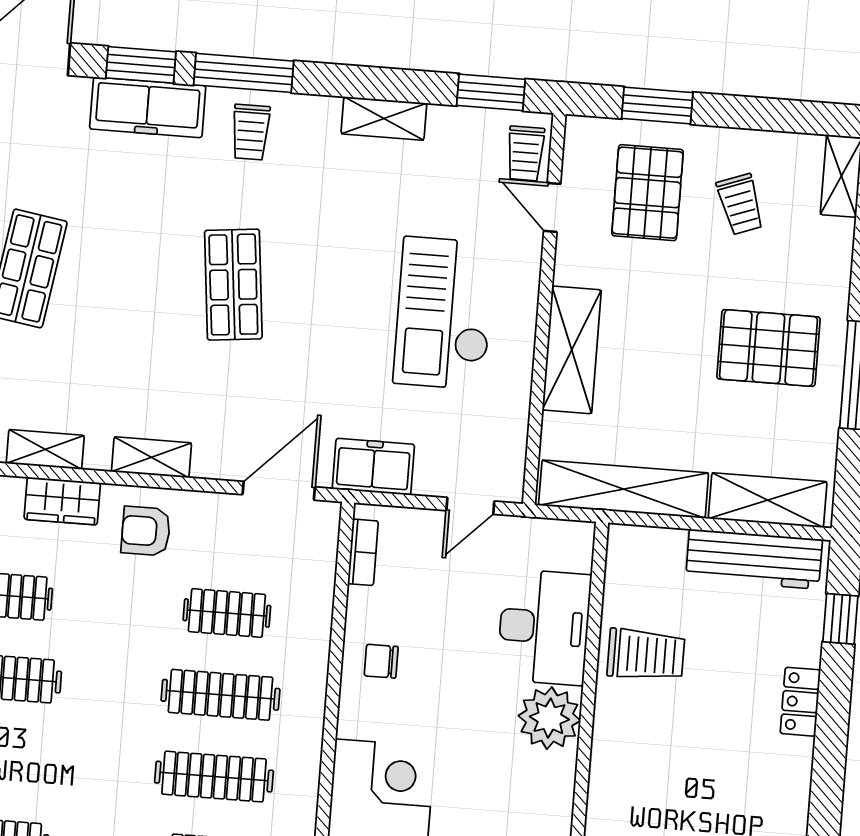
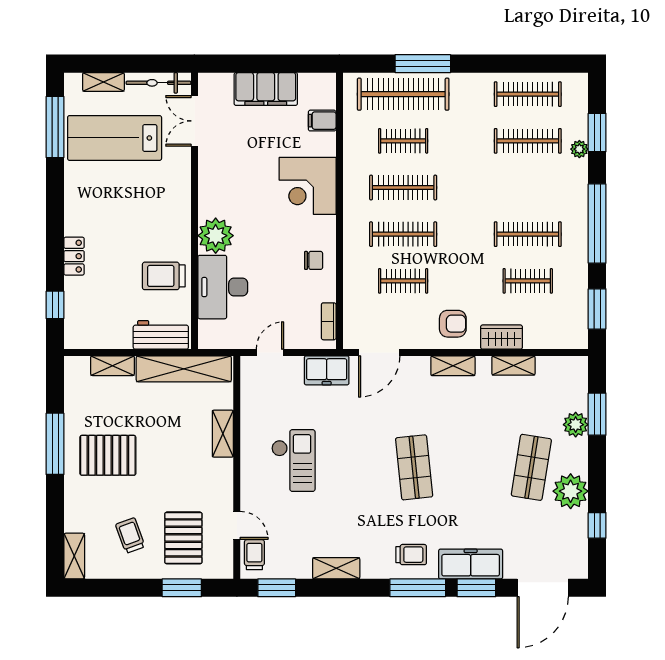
trolley: (251, 132) -> (411, 555), turned 90
checkout: (444, 313) -> (293, 461), width x0.73, depth x0.83
shelving: (572, 350) -> (223, 434), width x0.67, depth x0.75
shelving: (768, 500) -> (113, 366), width x0.67, depth x0.75
workbench: (754, 559) -> (161, 335), moved, width x0.73

